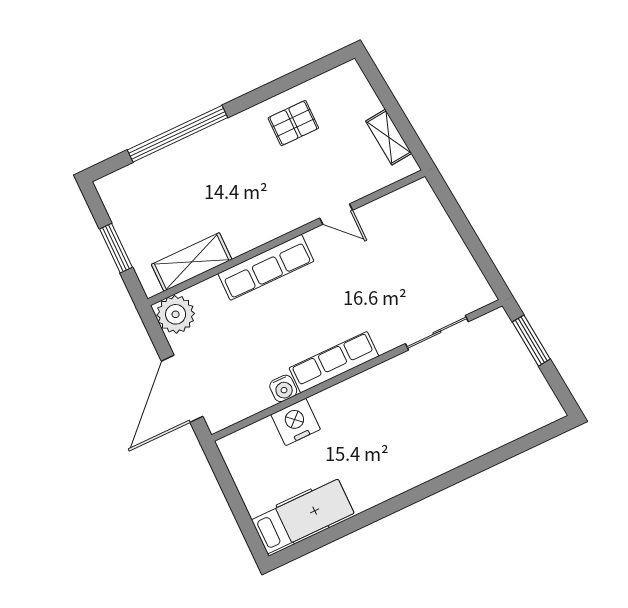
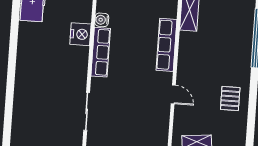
door: (336, 214) -> (173, 94), swing flipped
nightstand: (296, 422) -> (80, 34), moved

